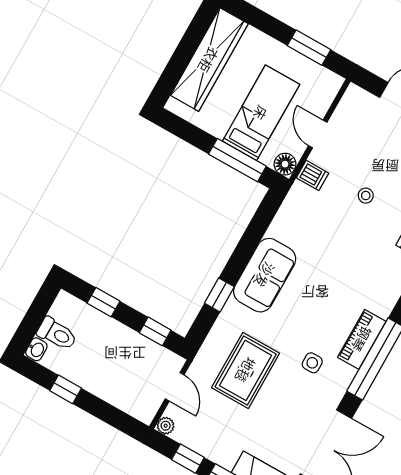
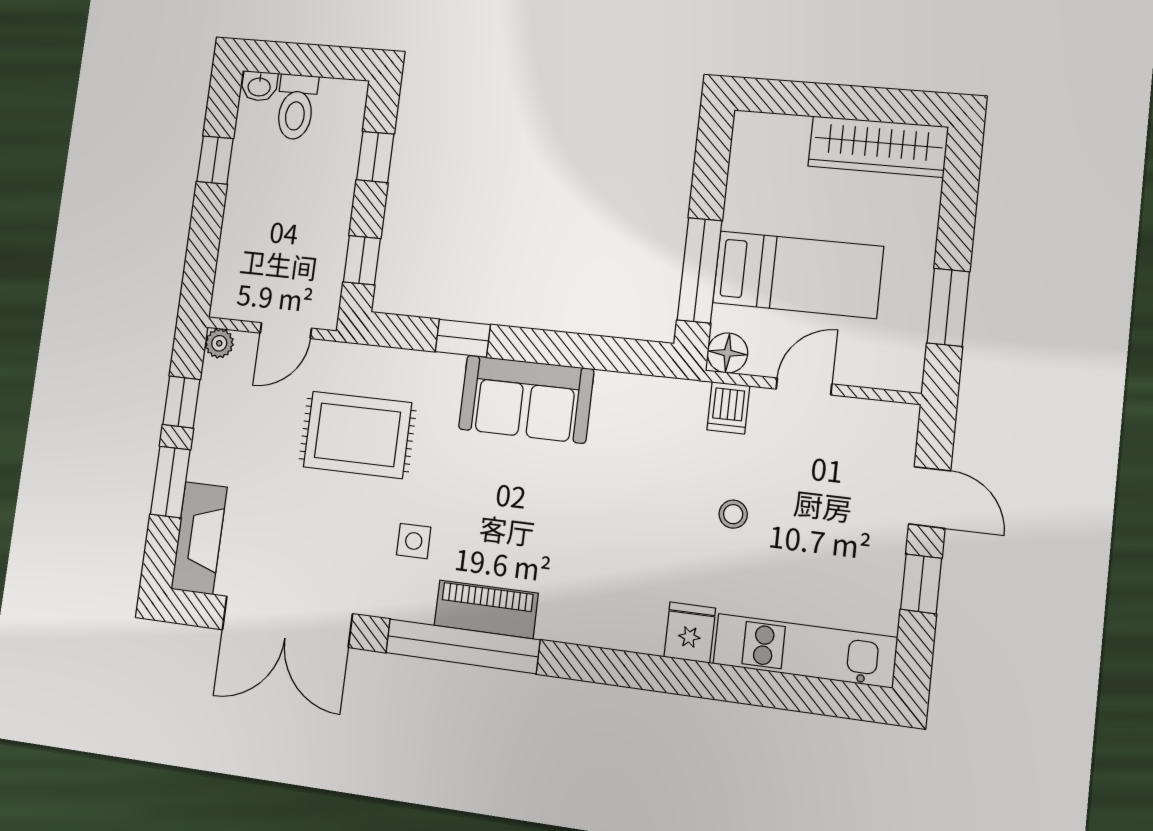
wardrobe: (209, 60) -> (878, 147), width x0.71, depth x0.85

